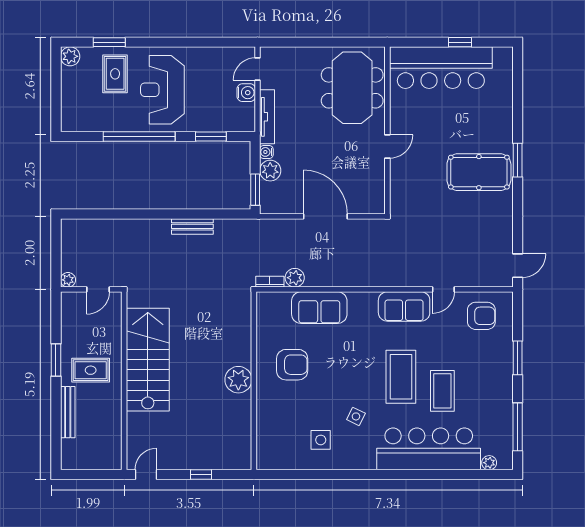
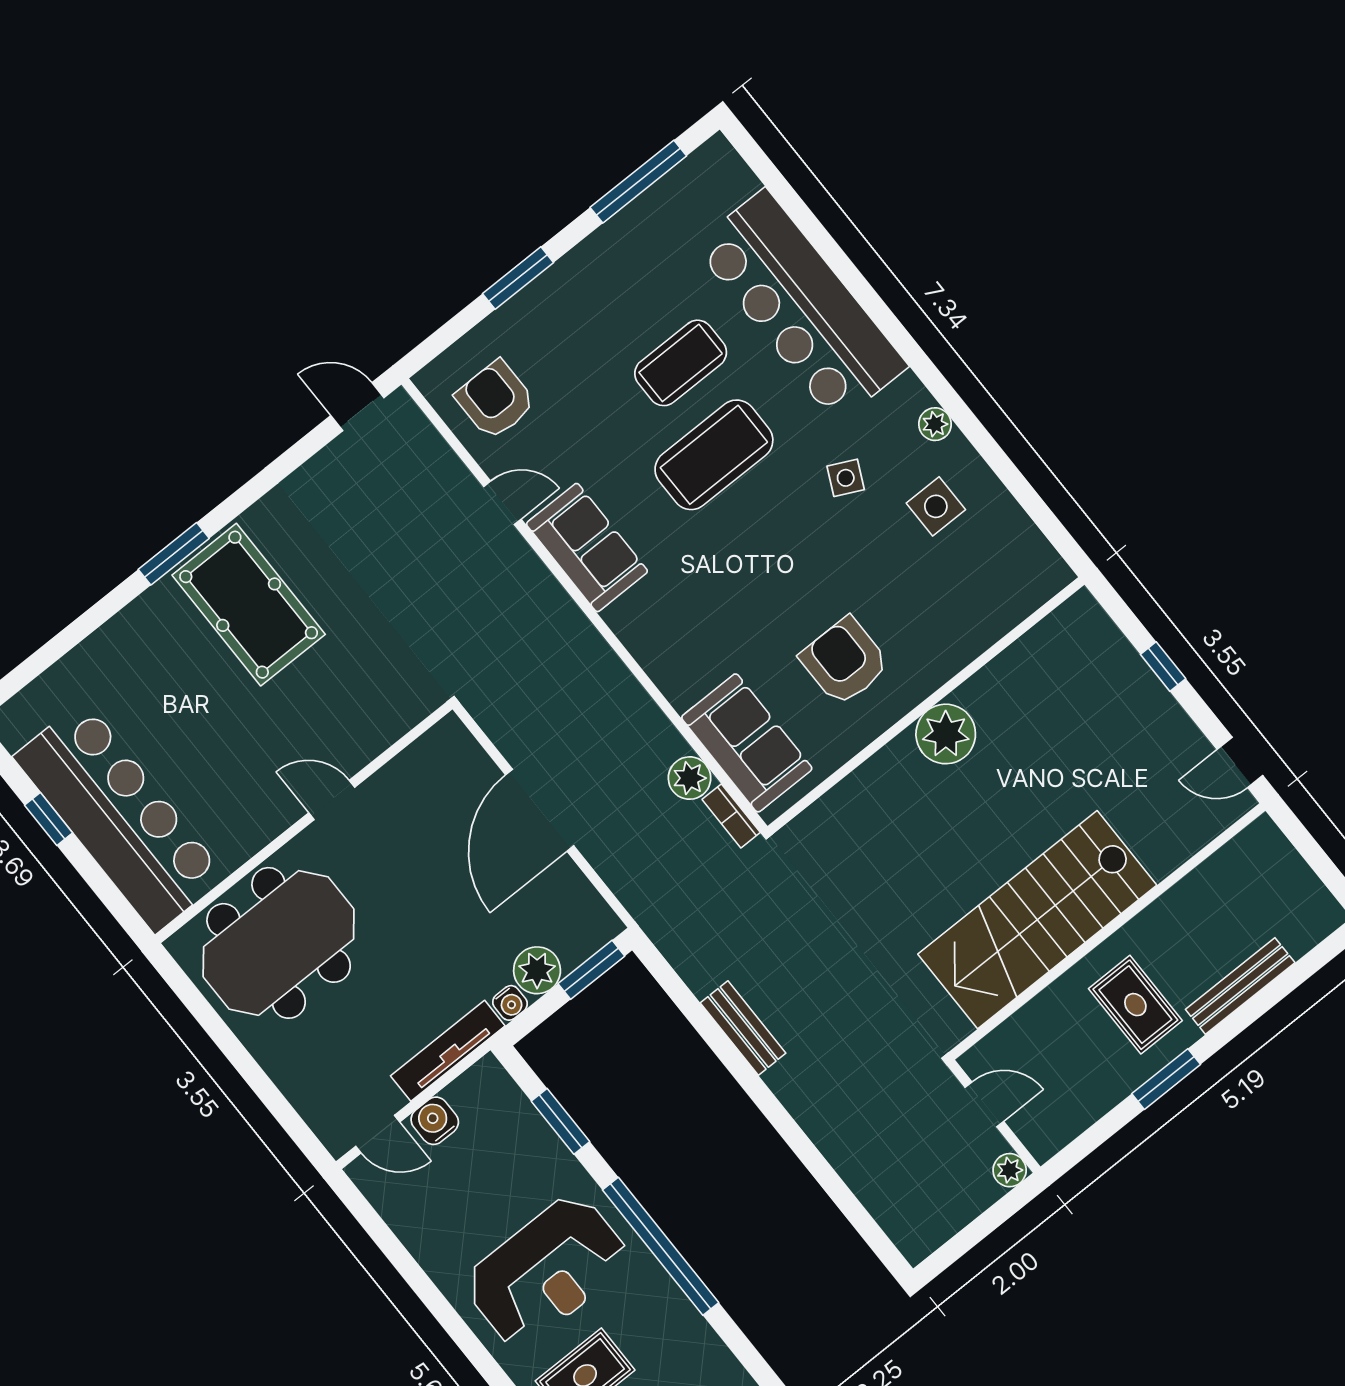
sofa: (319, 308) -> (747, 743), moved
plant: (489, 463) -> (935, 424), moved

